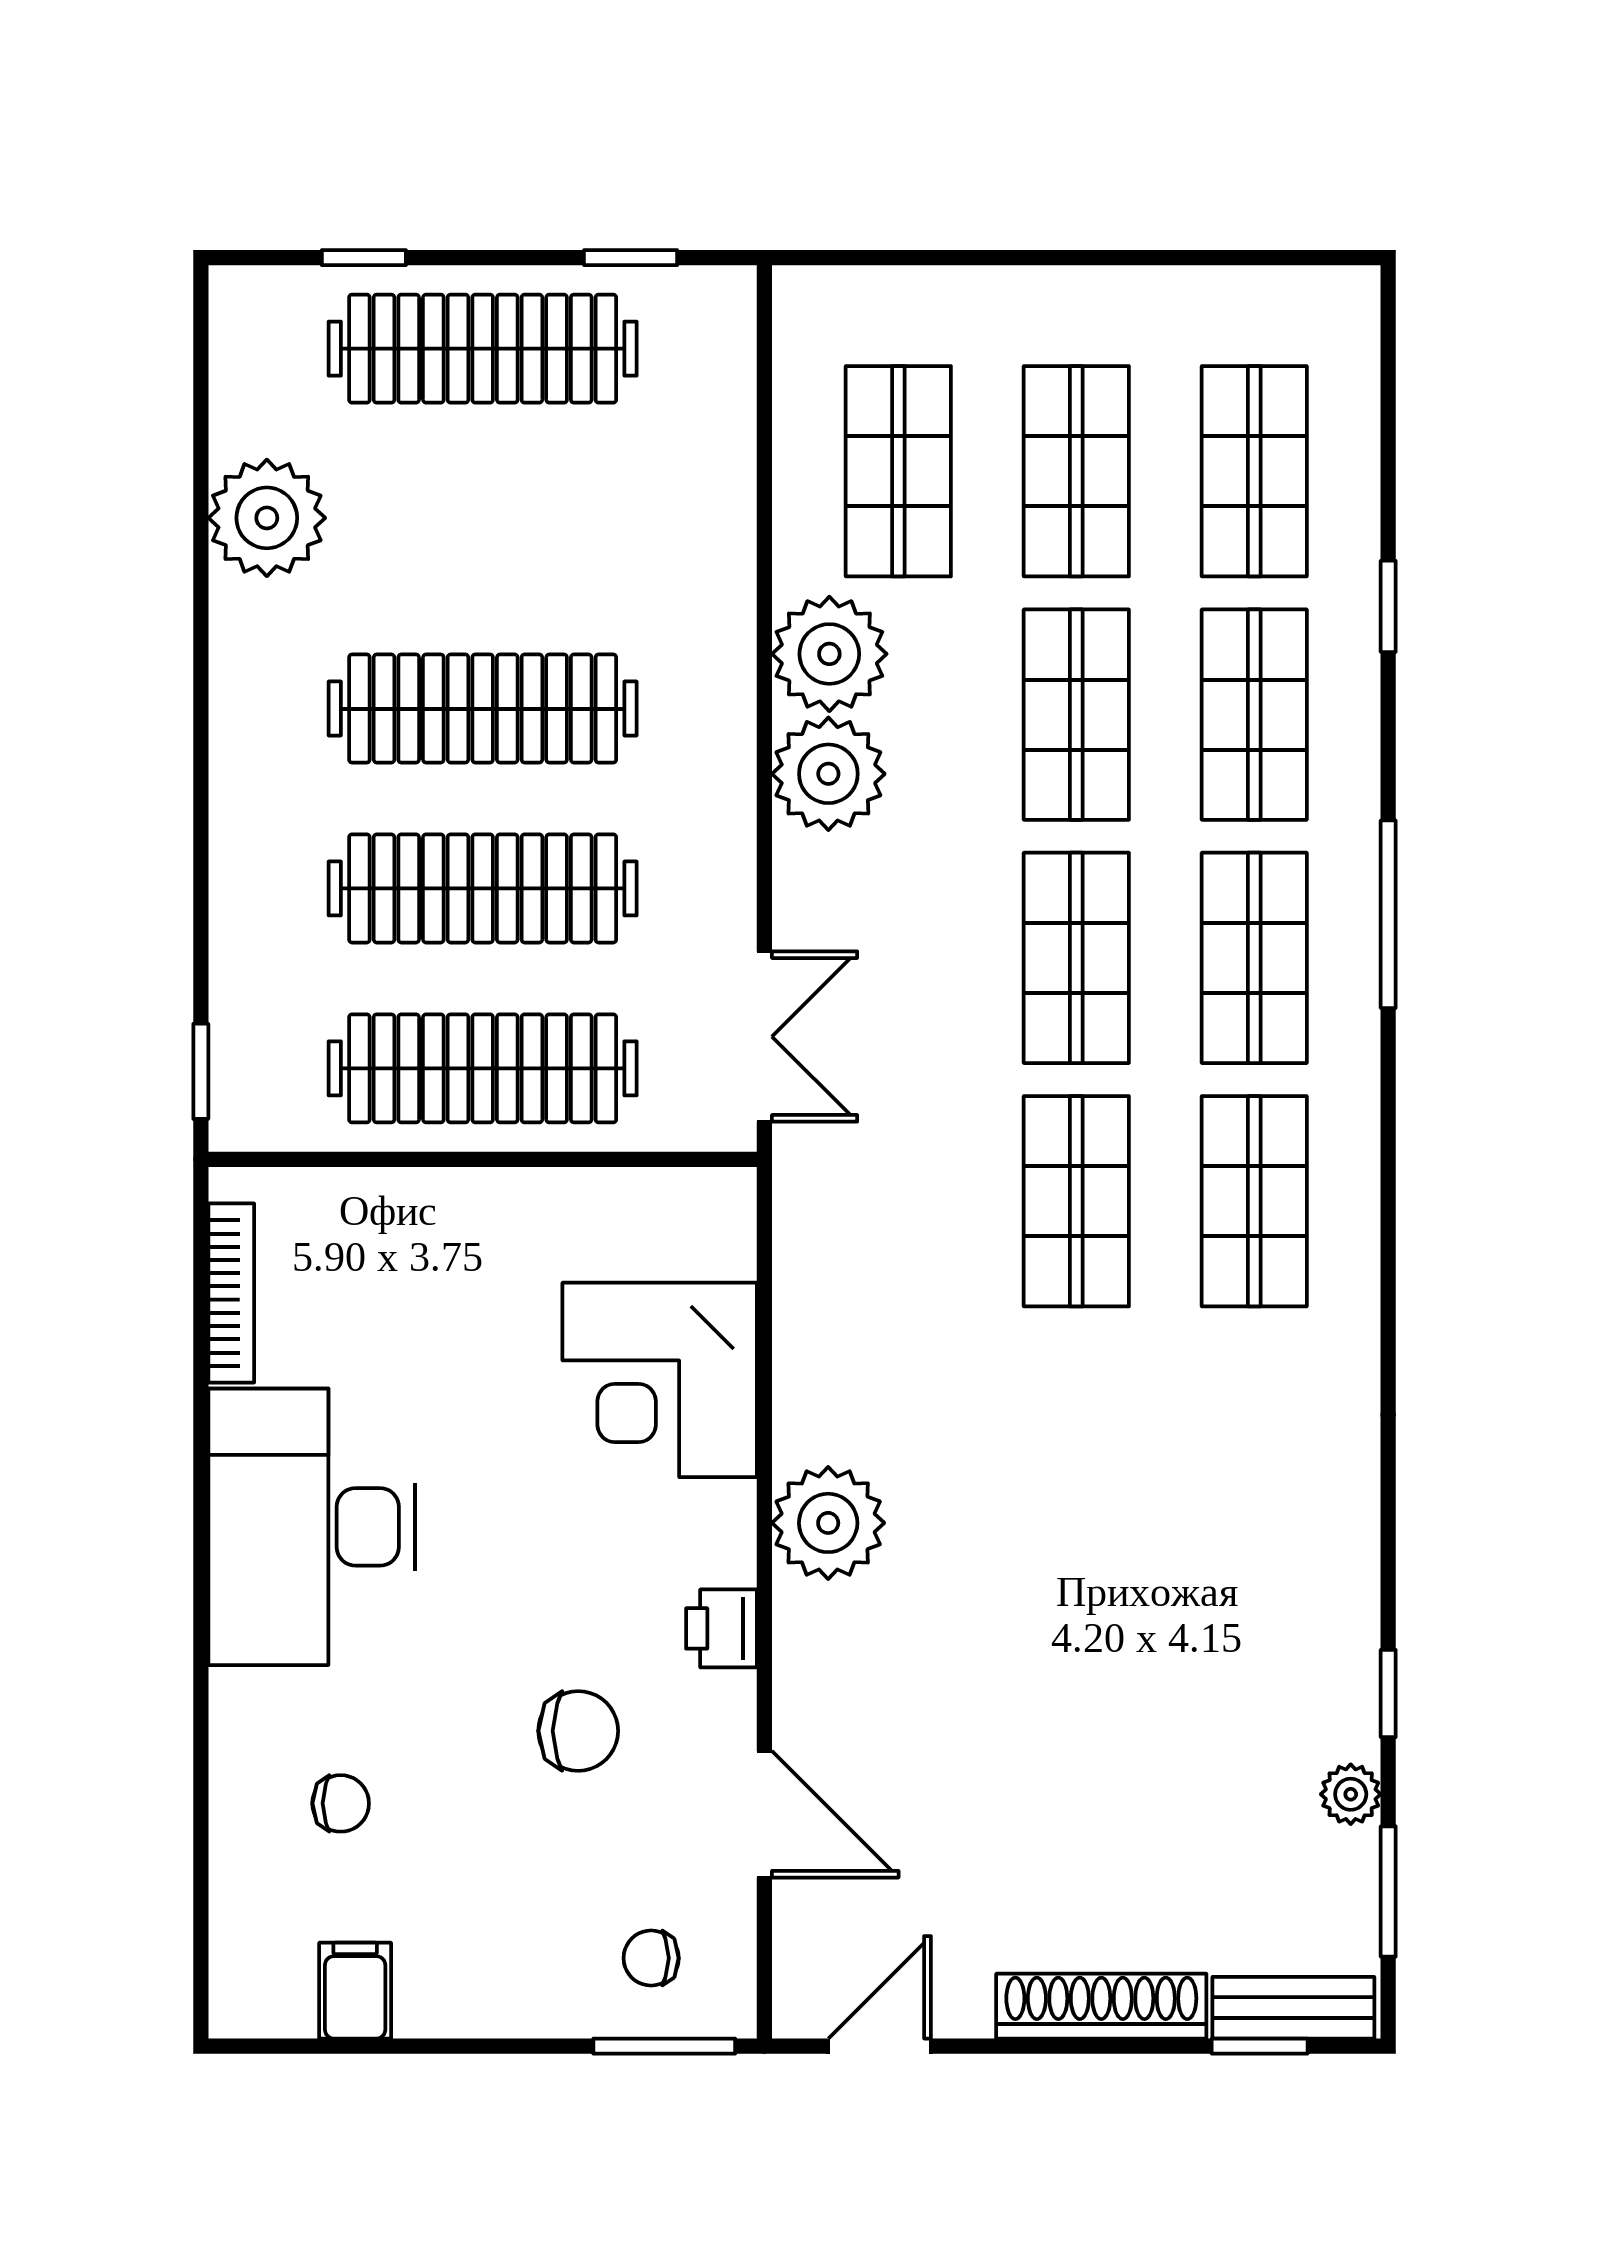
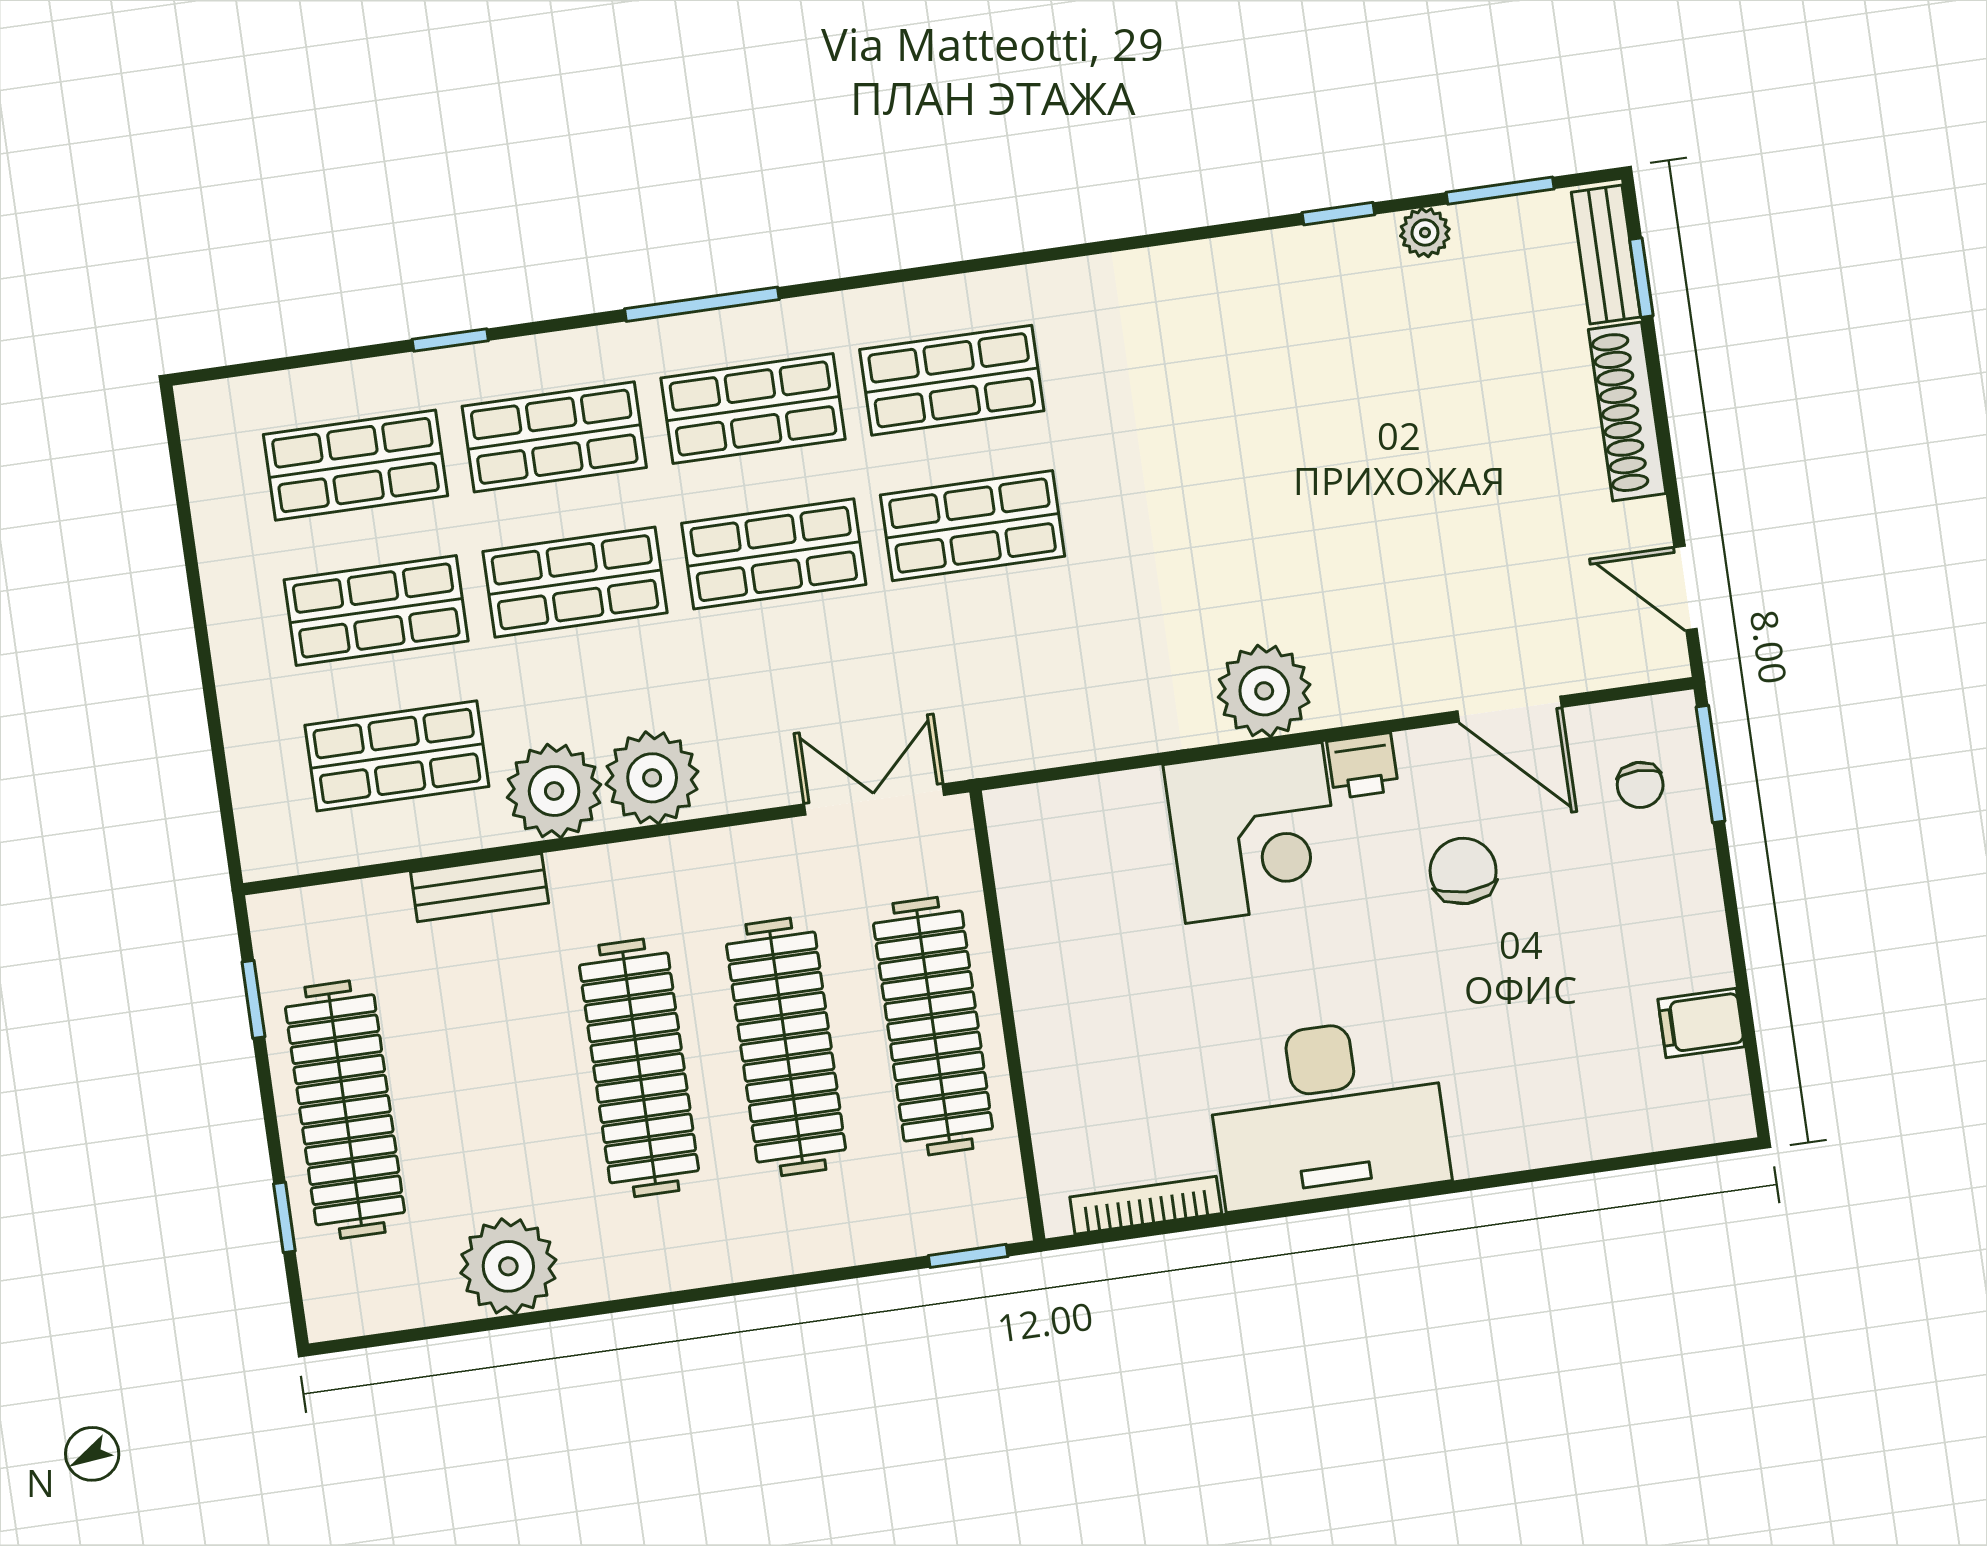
bench: (726, 548) -> (480, 887), added
corner desk: (660, 1380) -> (1254, 833), moved
chair: (341, 1803) -> (1550, 1057), removed
door: (764, 1814) -> (1509, 709), swing flipped

